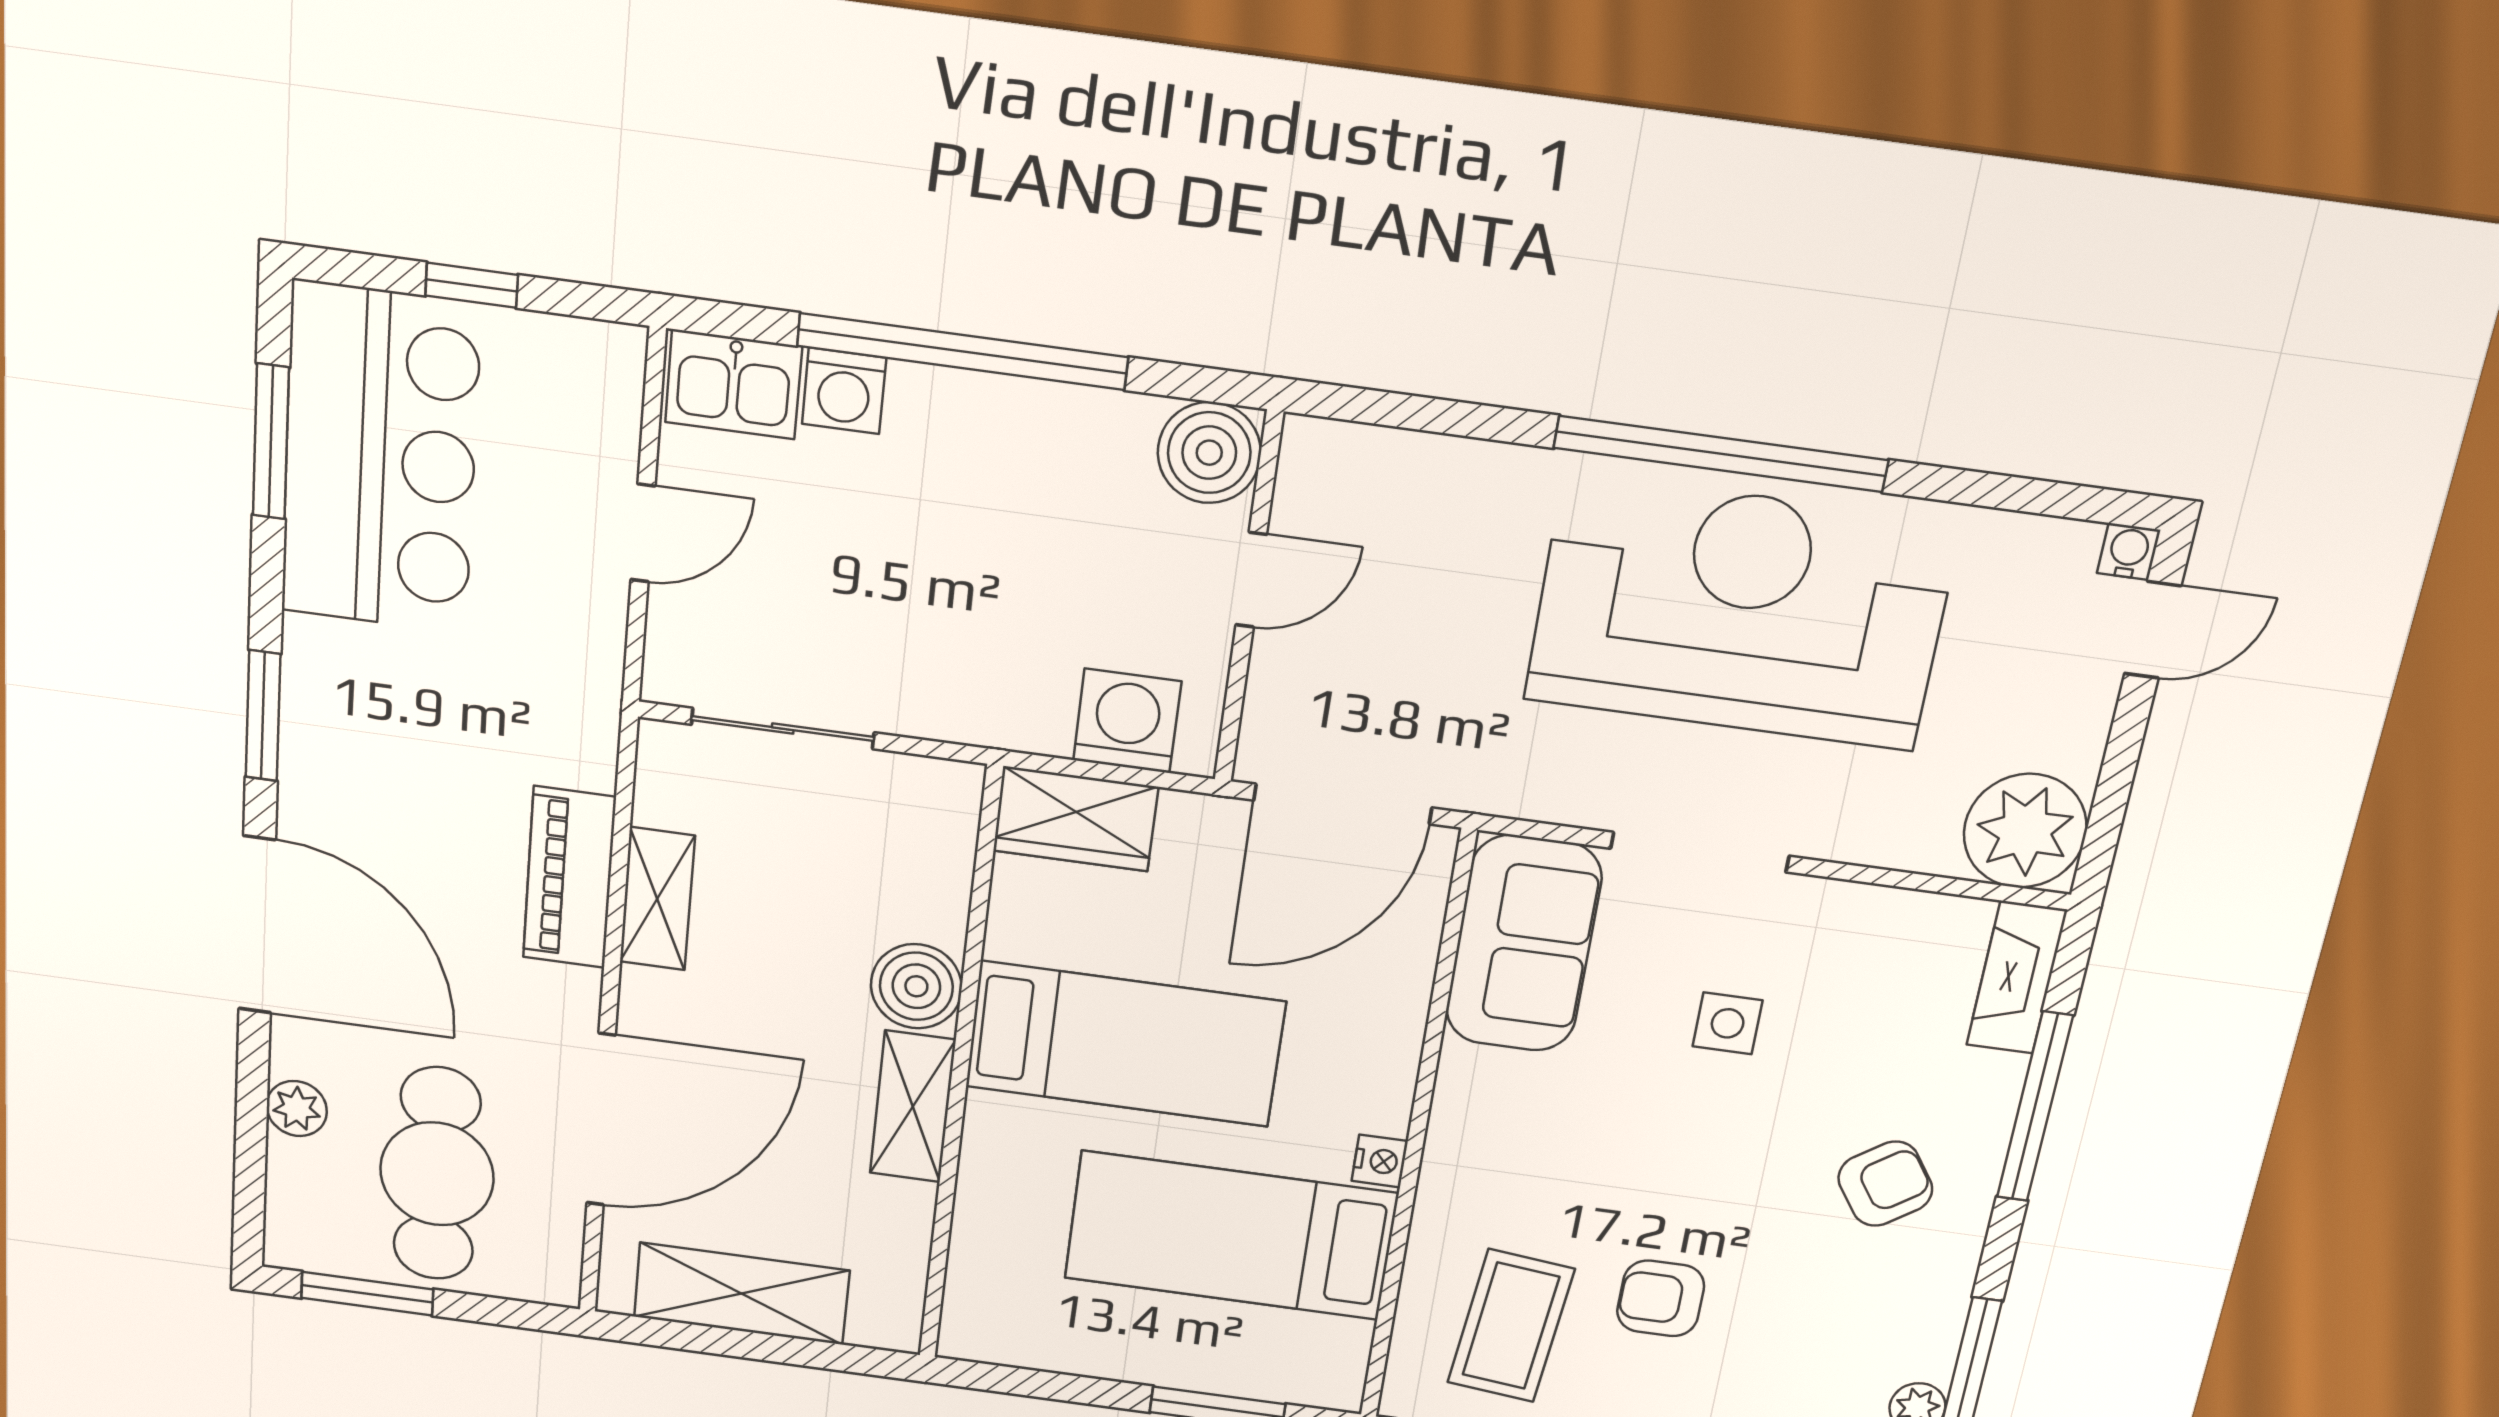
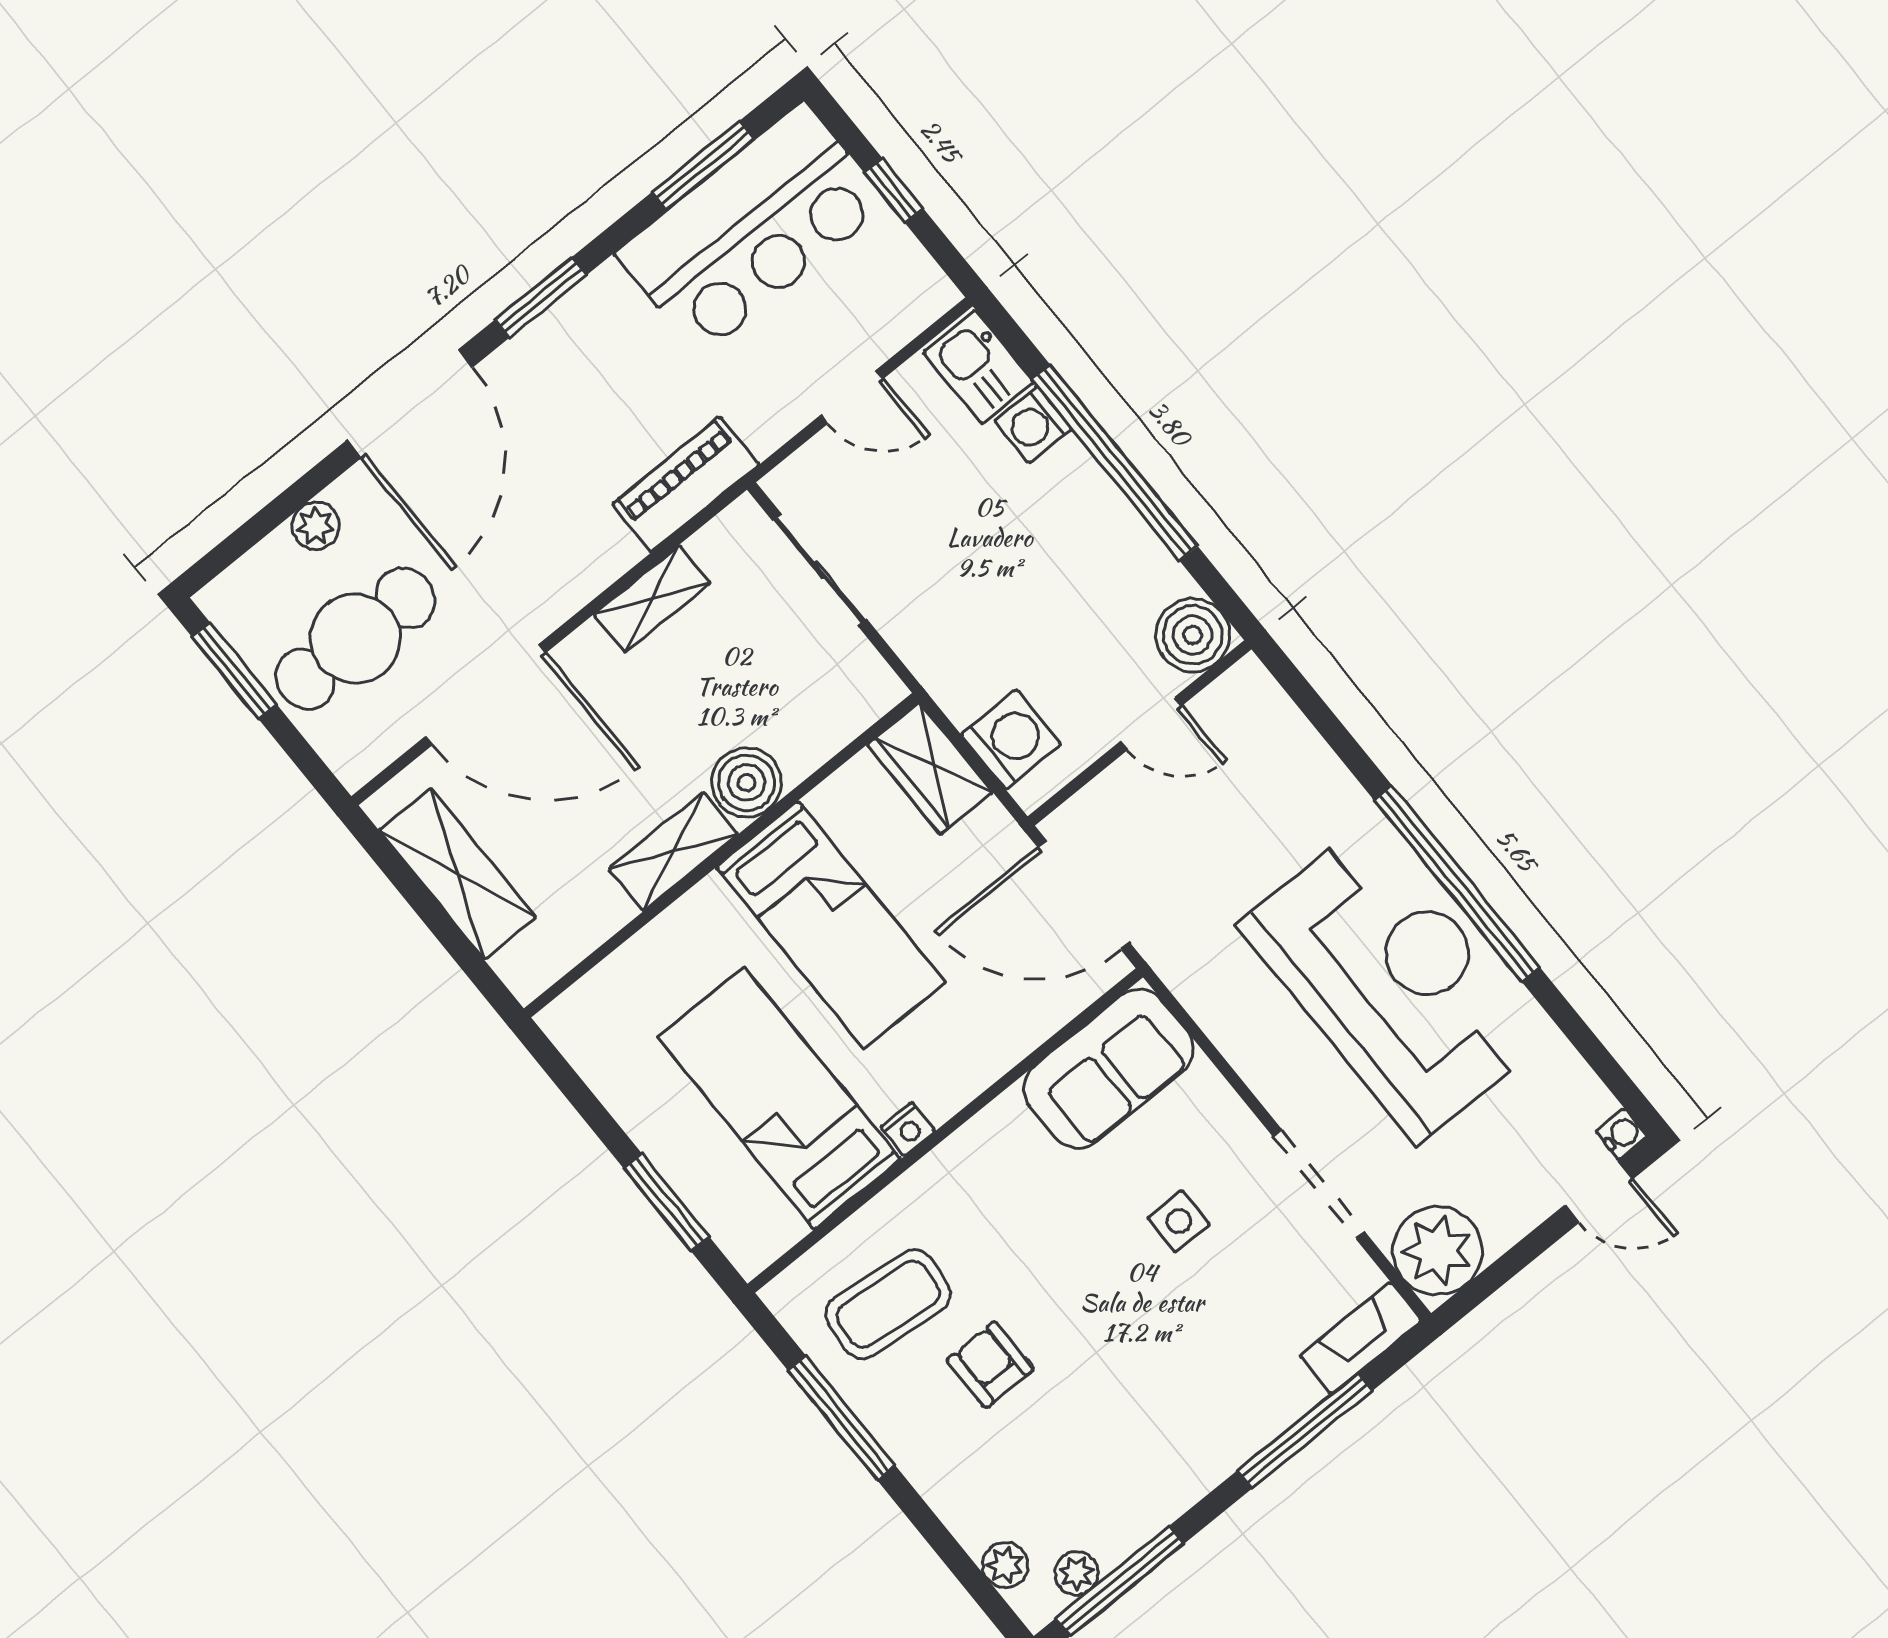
doorway: (1700, 852) -> (1319, 1184), moved
piano: (569, 878) -> (686, 484), moved
armchair: (1885, 1184) -> (1181, 1405), removed

